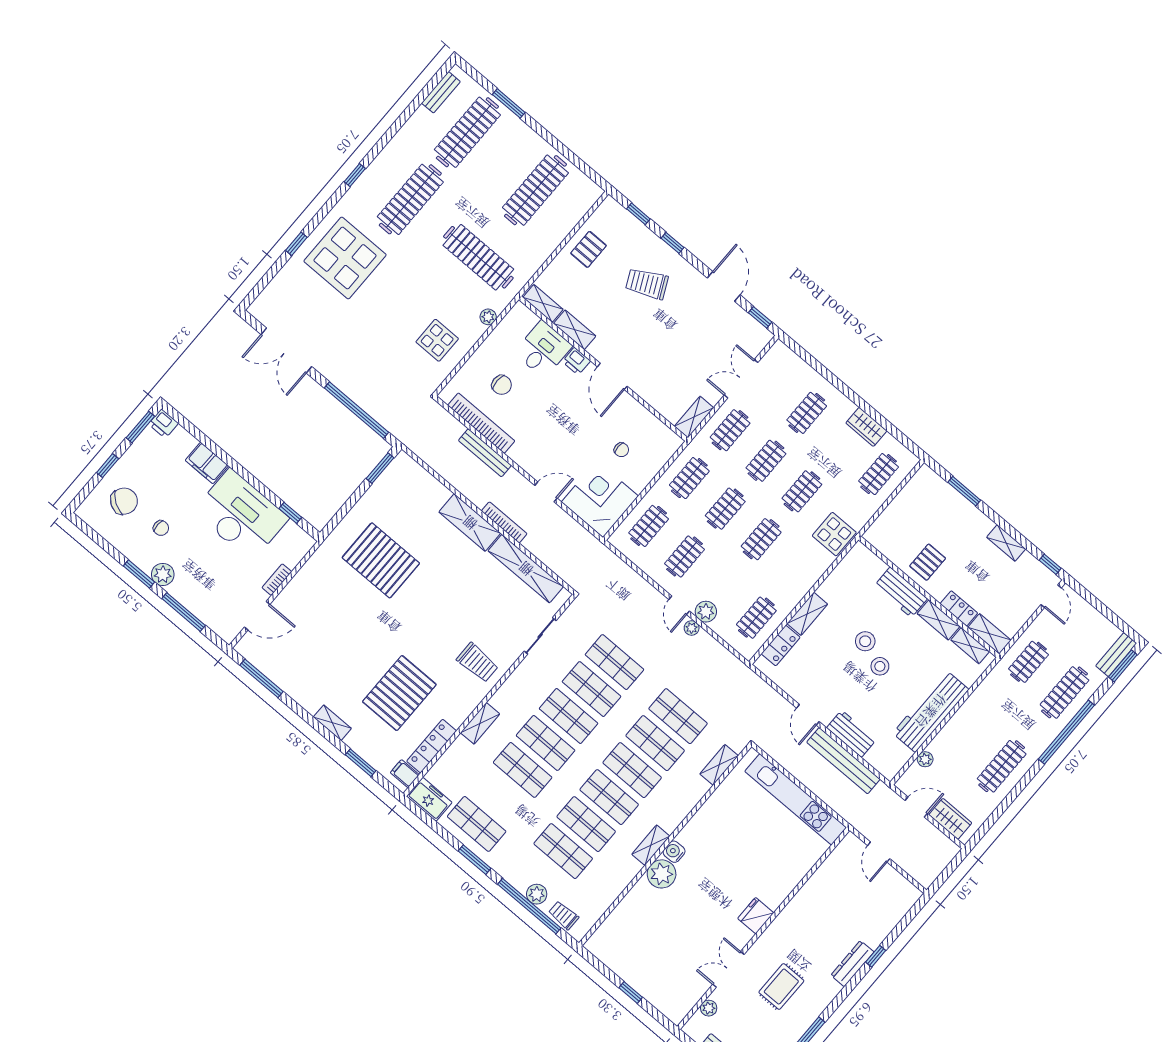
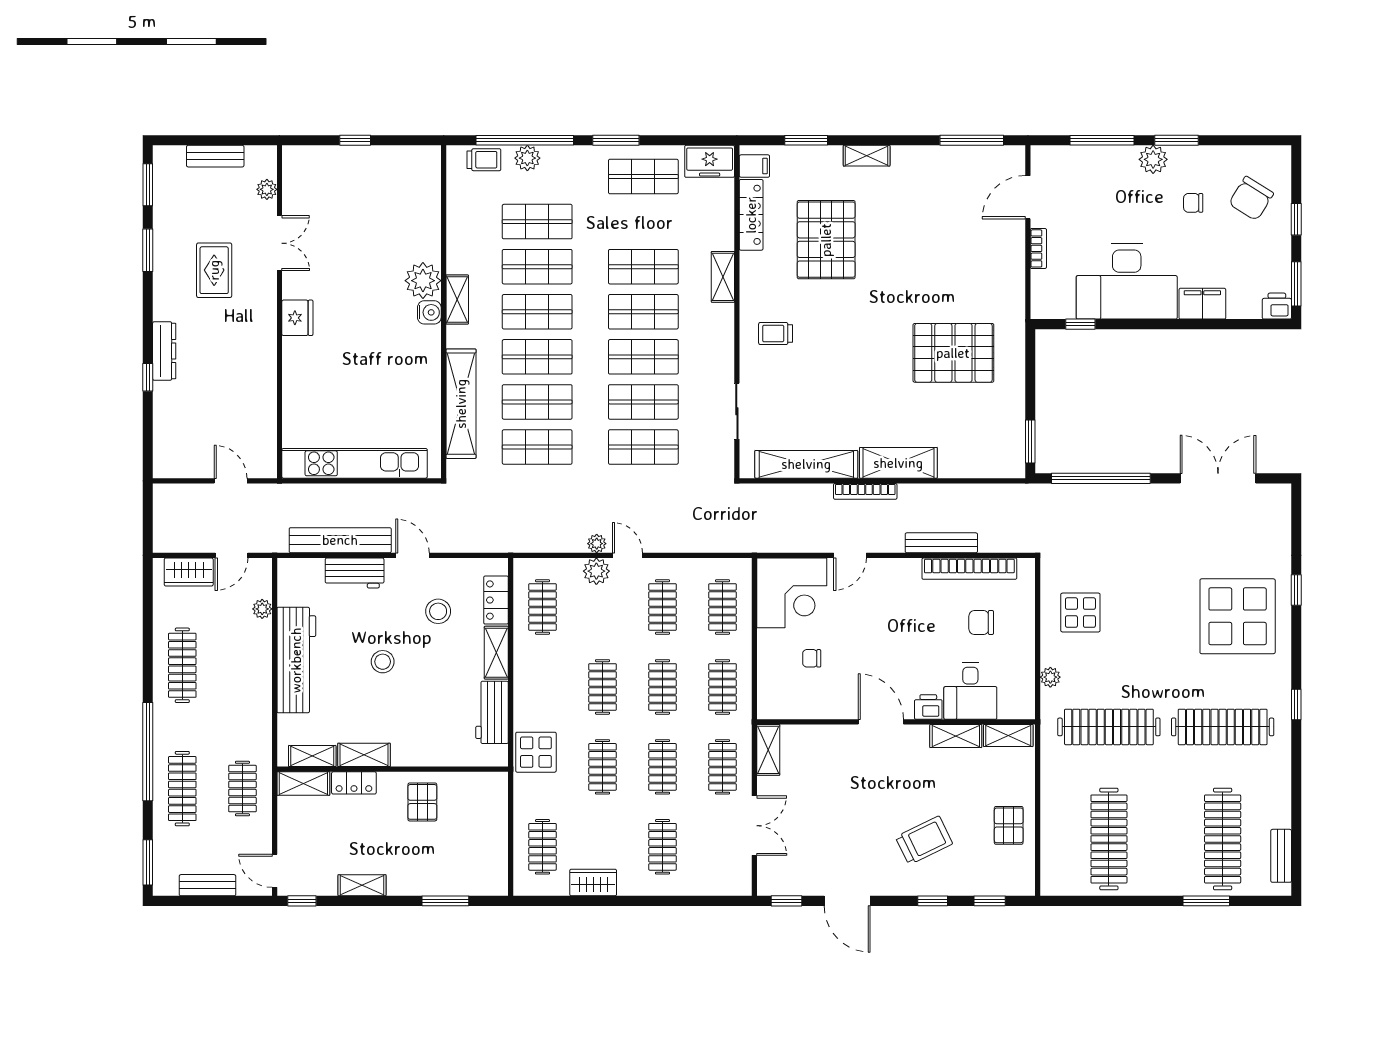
clothes rail: (410, 199) -> (1223, 727), turned 90
workbench: (901, 592) -> (492, 712), moved, turned -90
stool: (865, 641) -> (438, 611), moved
bench: (1116, 655) -> (207, 885), moved, turned 90
trolley: (477, 663) -> (776, 334), width x0.73, depth x0.72
shelving: (719, 765) -> (461, 404), width x2.20, depth x1.33

